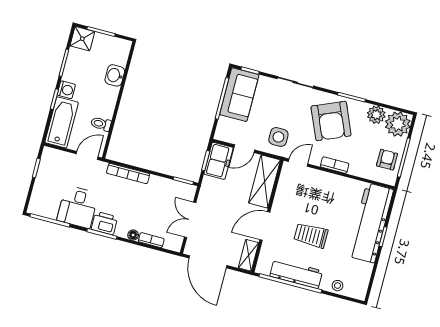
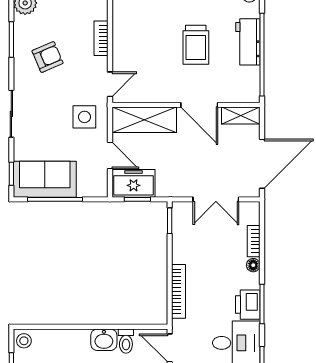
stool: (121, 47) -> (24, 341), added
washbasin: (115, 75) -> (104, 340), moved
armchair: (331, 121) -> (48, 57), width x0.53, depth x0.53
door: (298, 163) -> (110, 84), swing flipped
workbench: (296, 274) -> (248, 42), width x0.73

